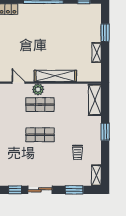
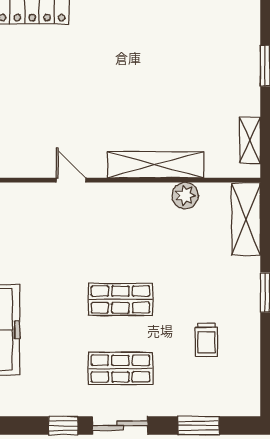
shelving: (97, 53) -> (250, 140), moved
plant: (38, 89) -> (185, 196), moved
shop shelf: (40, 105) -> (120, 369), moved
shelving: (96, 175) -> (250, 392), removed

